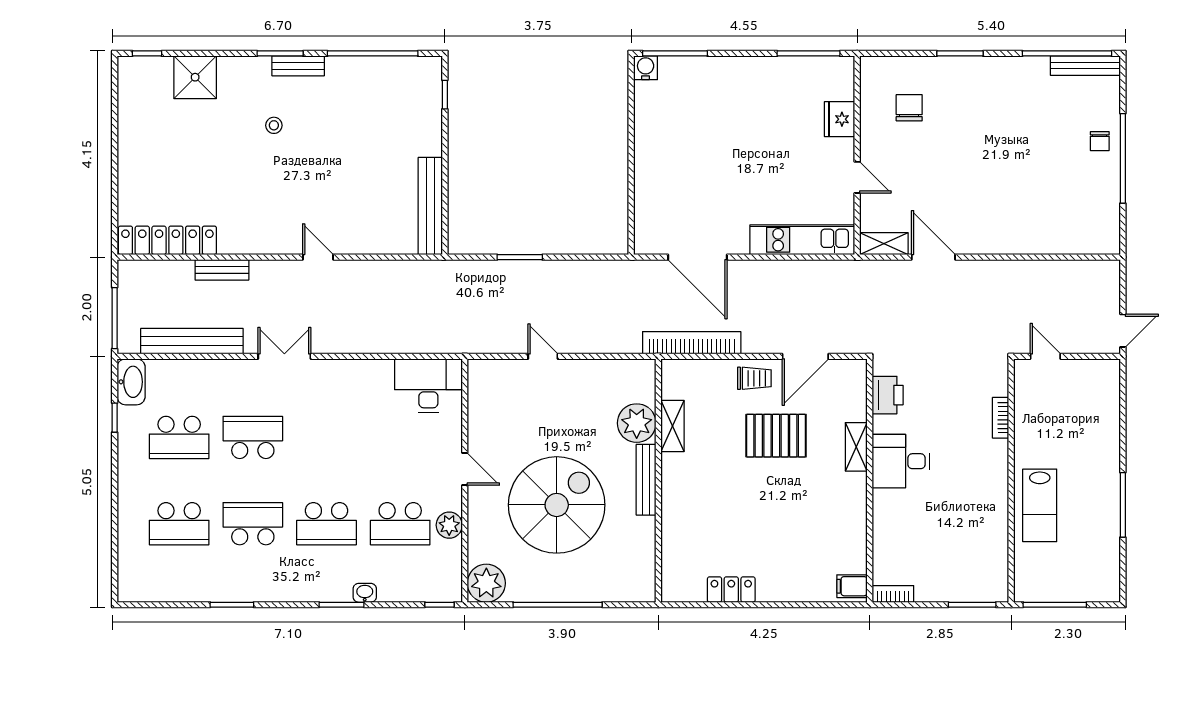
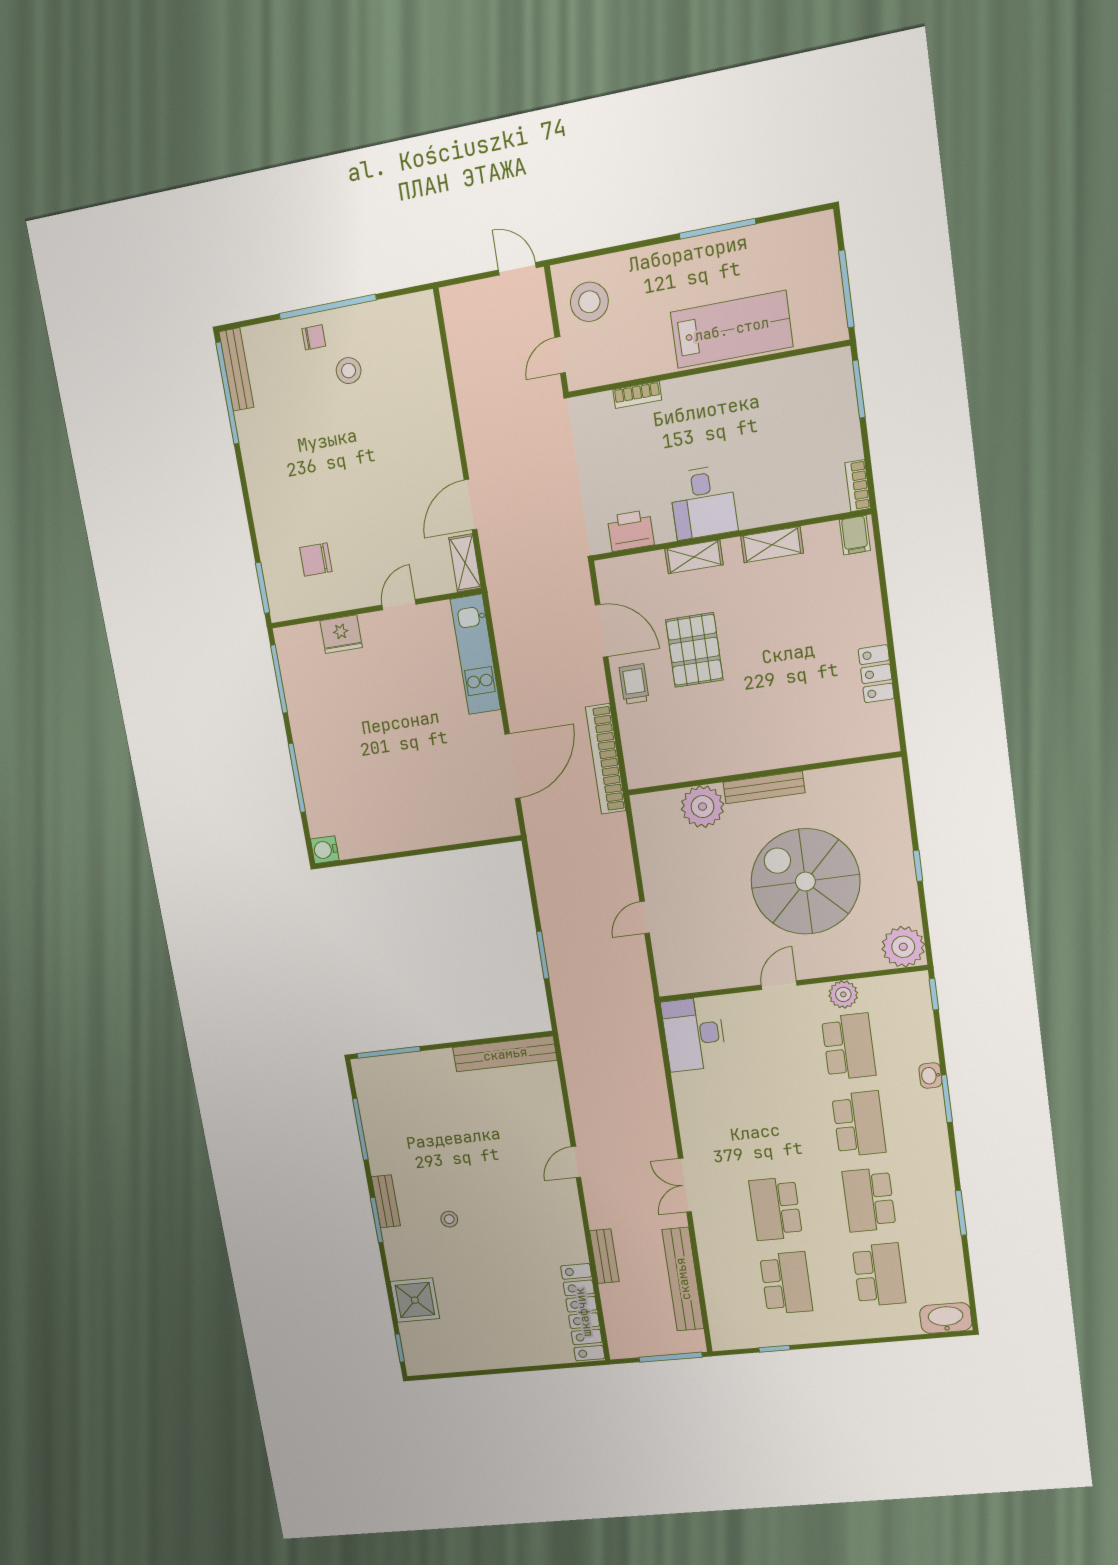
window: (373, 53) -> (360, 1129), width x0.68
window: (675, 53) -> (297, 778), moved
window: (960, 53) -> (263, 588), moved
window: (445, 95) -> (389, 1052), width x2.17
stool: (1066, 167) -> (349, 371), added
washbasin: (131, 382) -> (946, 1318), moved
stool: (1084, 388) -> (589, 302), added
shelving: (673, 426) -> (772, 545), moved
lab bench: (1040, 505) -> (732, 329), width x1.36, depth x1.39
window: (558, 605) -> (918, 866), width x0.32

